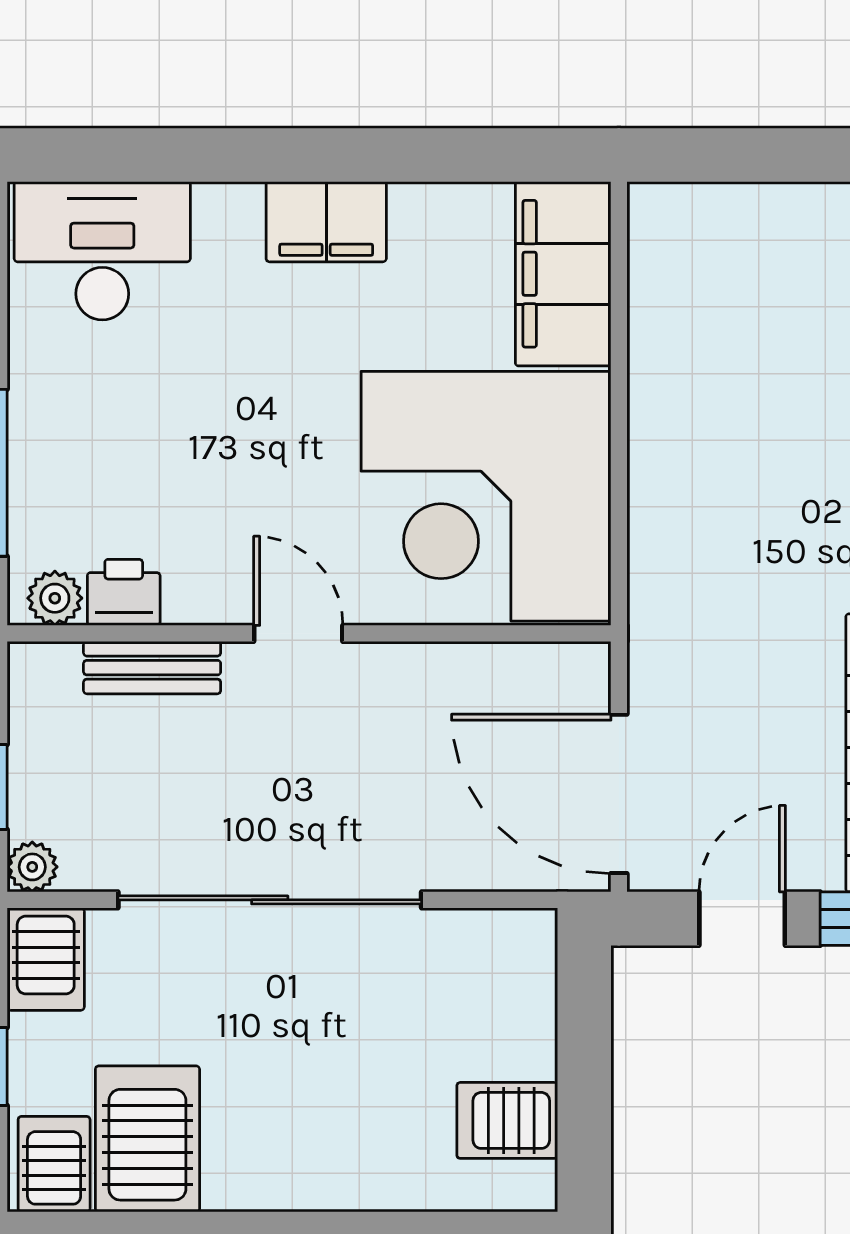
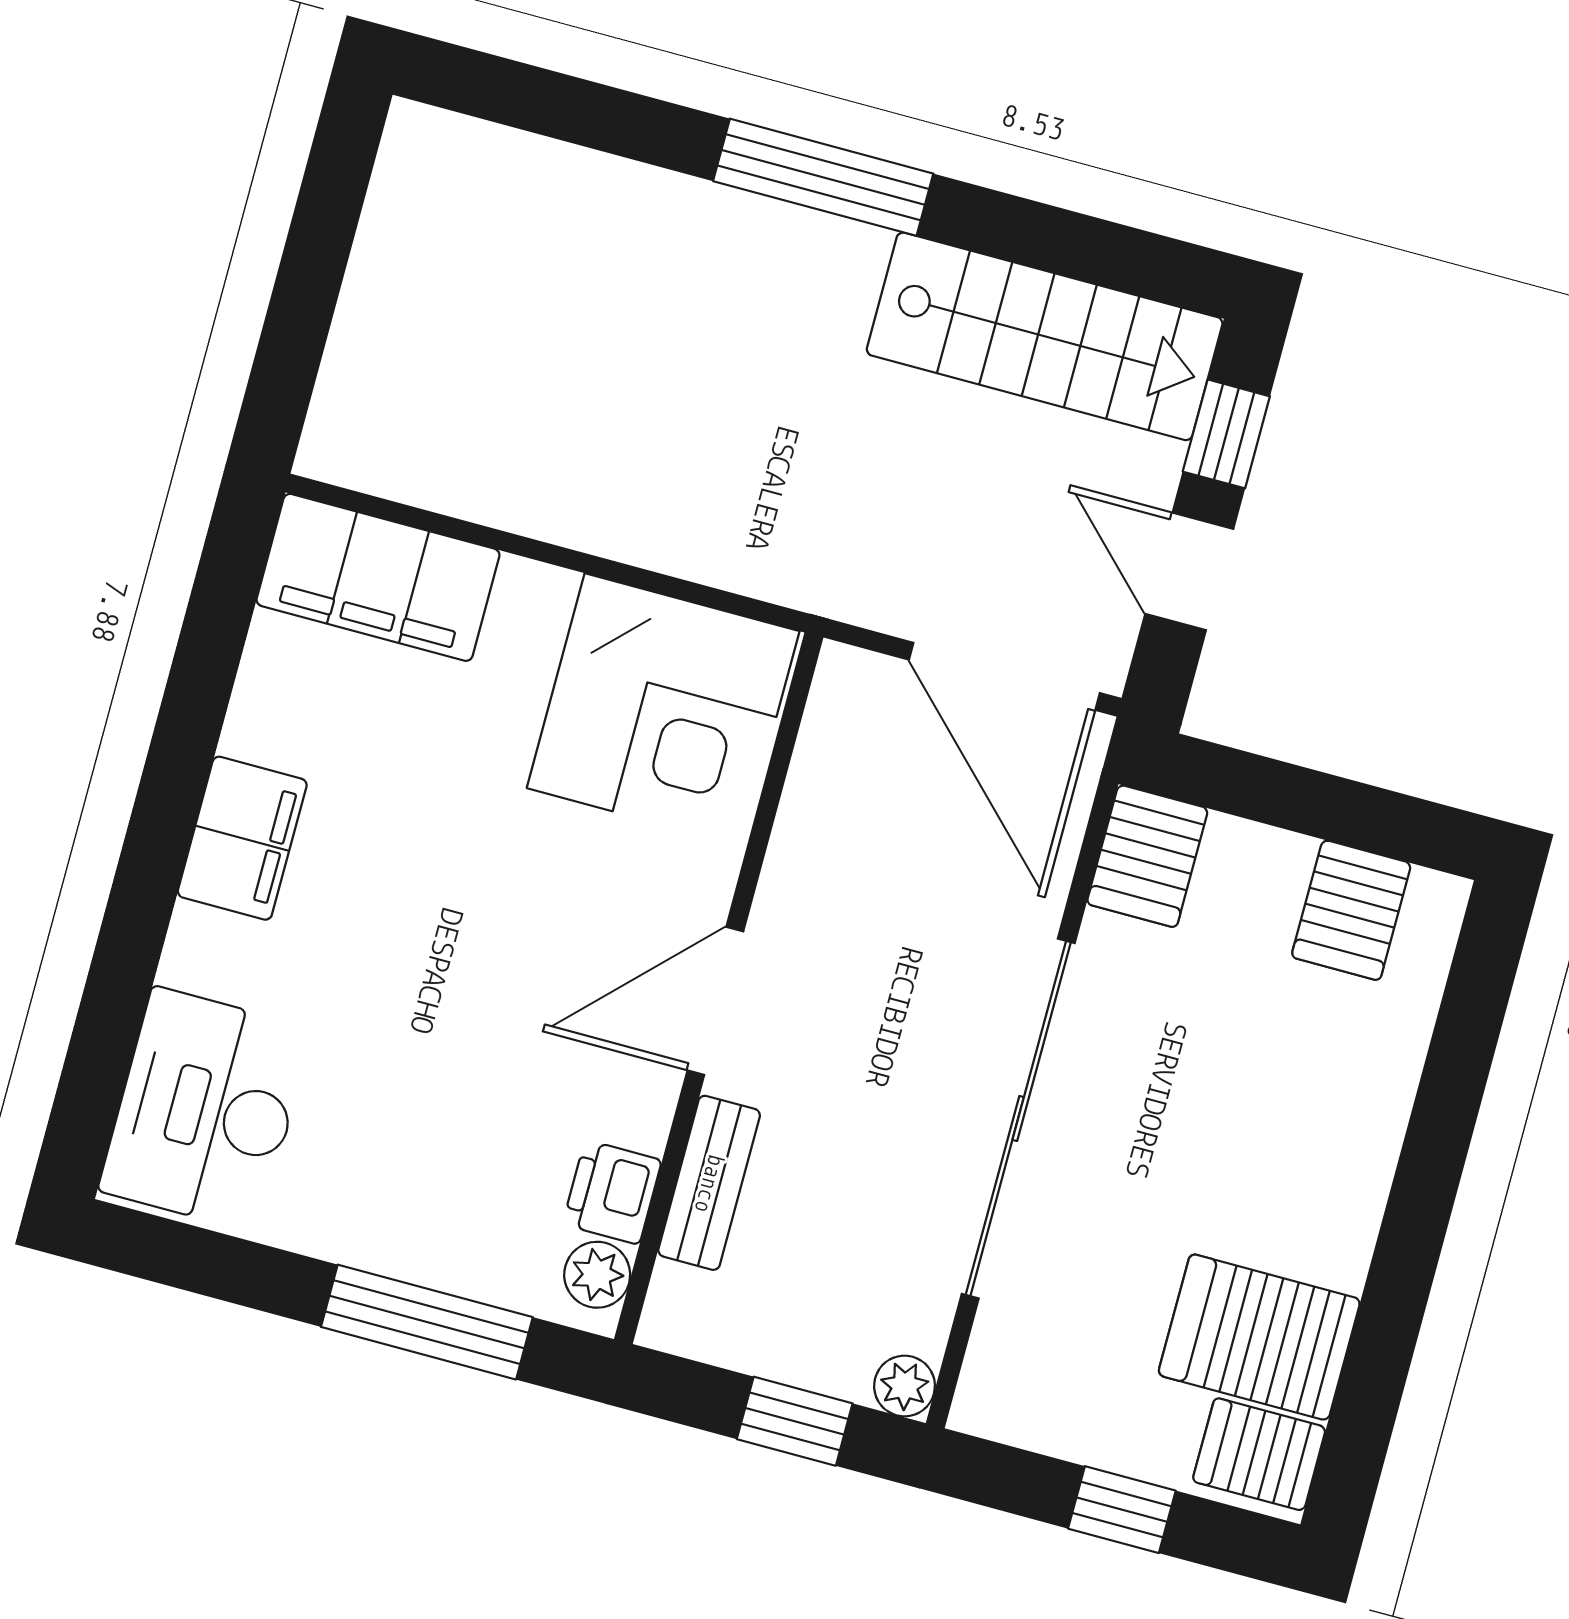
corner desk: (486, 496) -> (663, 710), width x0.74, depth x0.74
door: (298, 633) -> (715, 1001), width x1.38
door: (619, 794) -> (1004, 676), hinge flipped
server rack: (46, 959) -> (1147, 856), moved, turned 90

